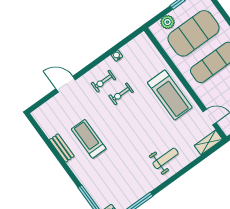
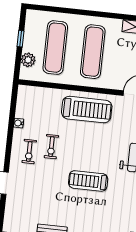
exercise mat: (193, 33) -> (55, 48), width x0.68
treadmill: (89, 139) -> (88, 181), moved

